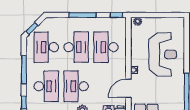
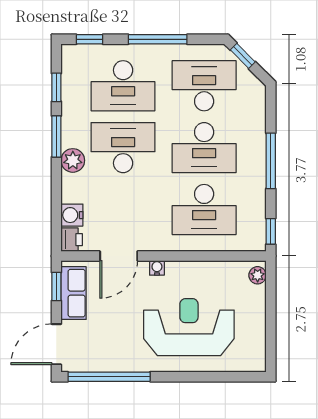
desk: (106, 47) -> (204, 210), turned 180
reception desk: (163, 54) -> (189, 327), turned 180
door: (128, 88) -> (119, 256), swing flipped

